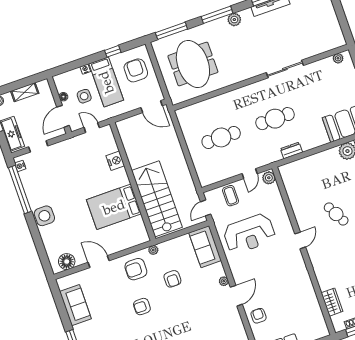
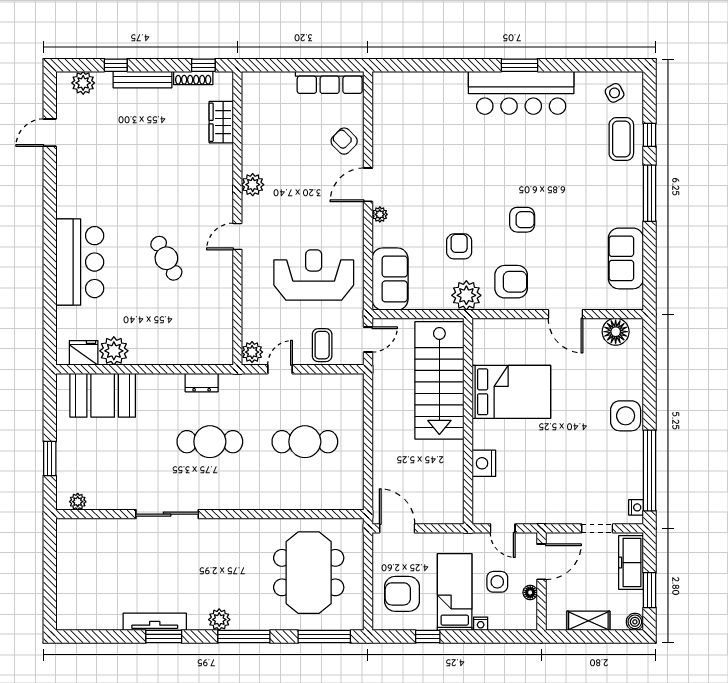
armchair: (136, 70) -> (402, 594), turned 90
plant: (153, 250) -> (466, 295), width x1.88, depth x1.88
plant: (302, 273) -> (253, 185), added
armchair: (259, 316) -> (344, 141), turned 135

